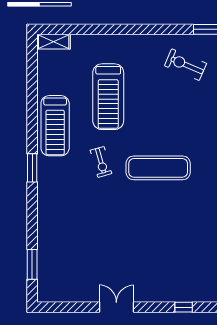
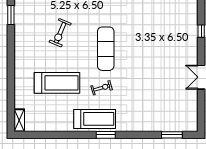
exercise bike: (185, 65) -> (60, 33), moved
treadmill: (55, 126) -> (95, 119), moved

